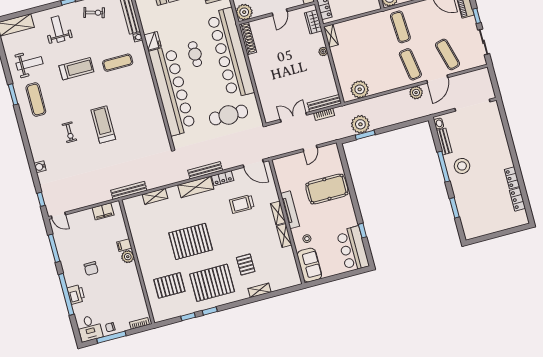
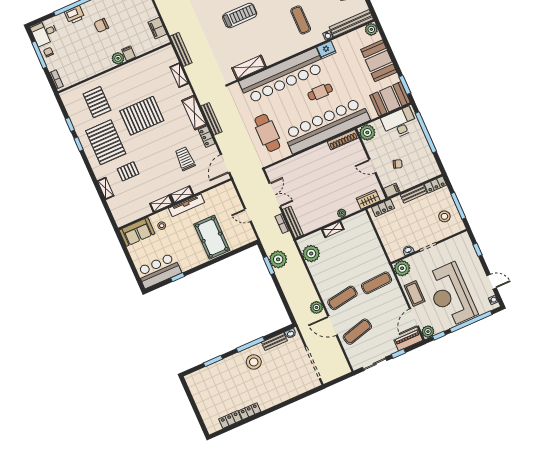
shelving: (331, 36) -> (333, 229), moved
shelving: (158, 123) -> (249, 67), added
pallet: (191, 241) -> (142, 116), turned 90

